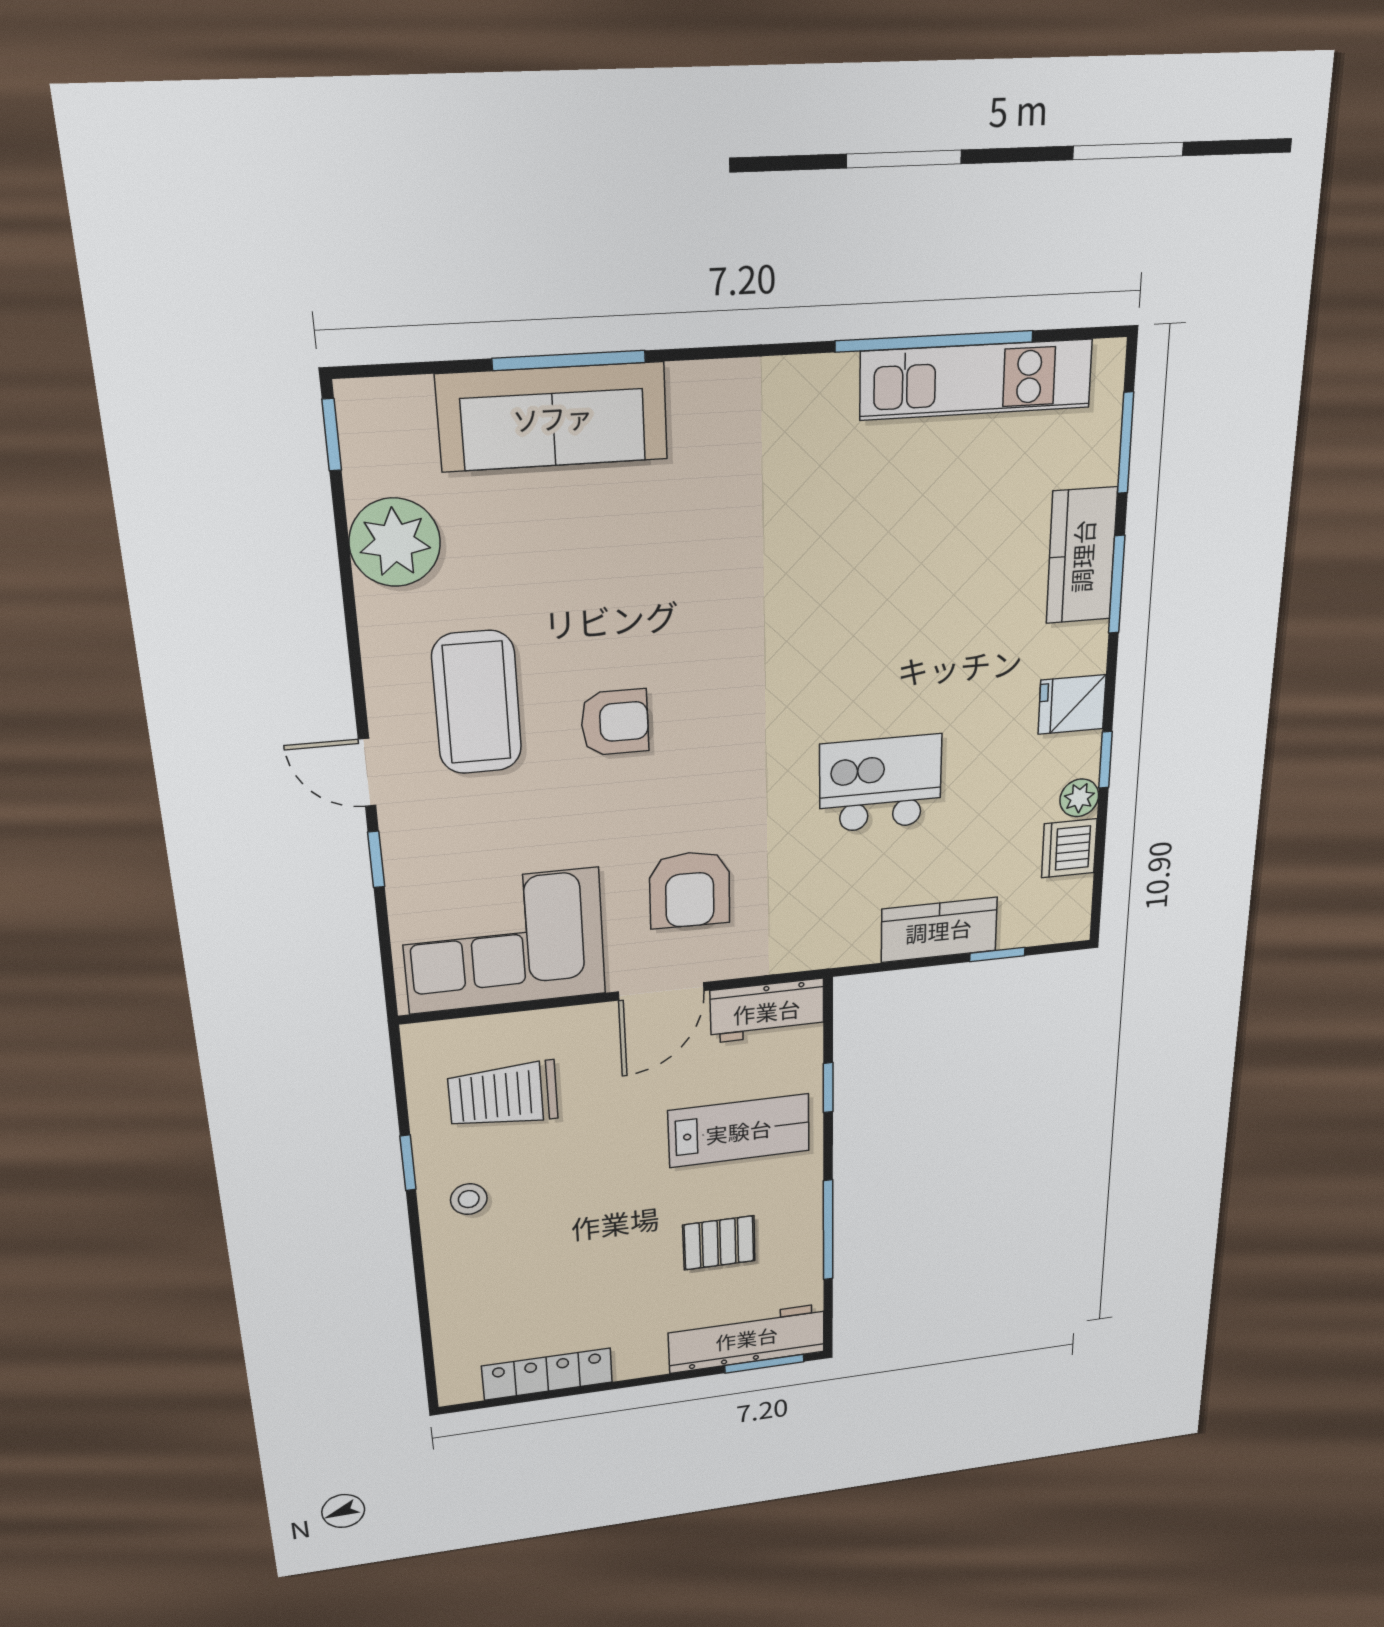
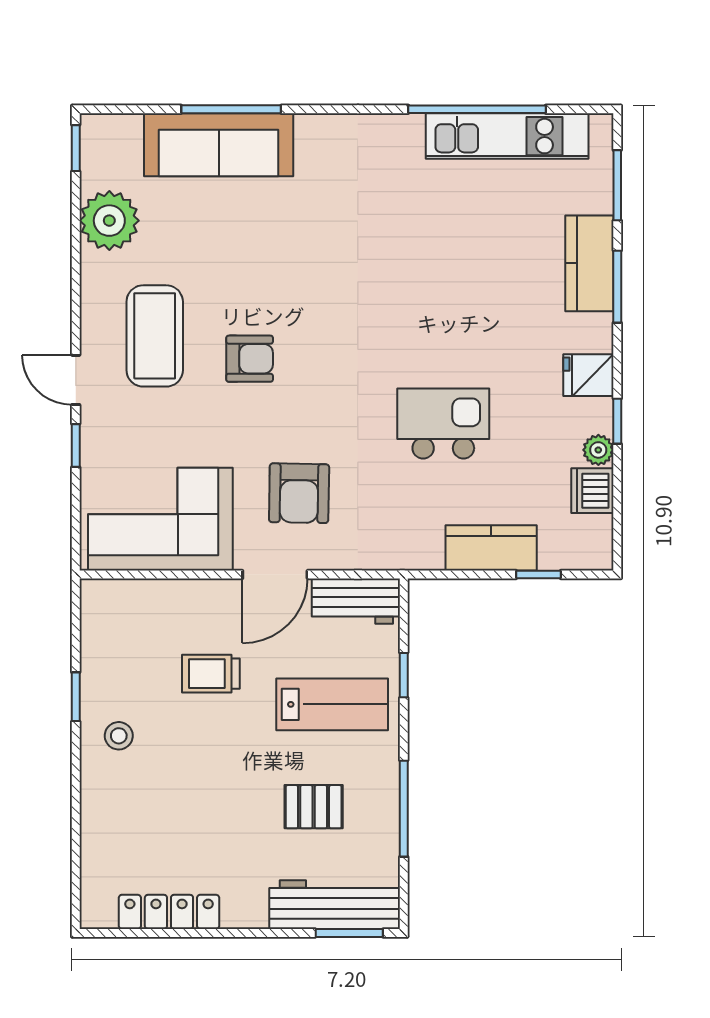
trolley: (503, 1095) -> (211, 674), moved, width x0.73, depth x0.72

